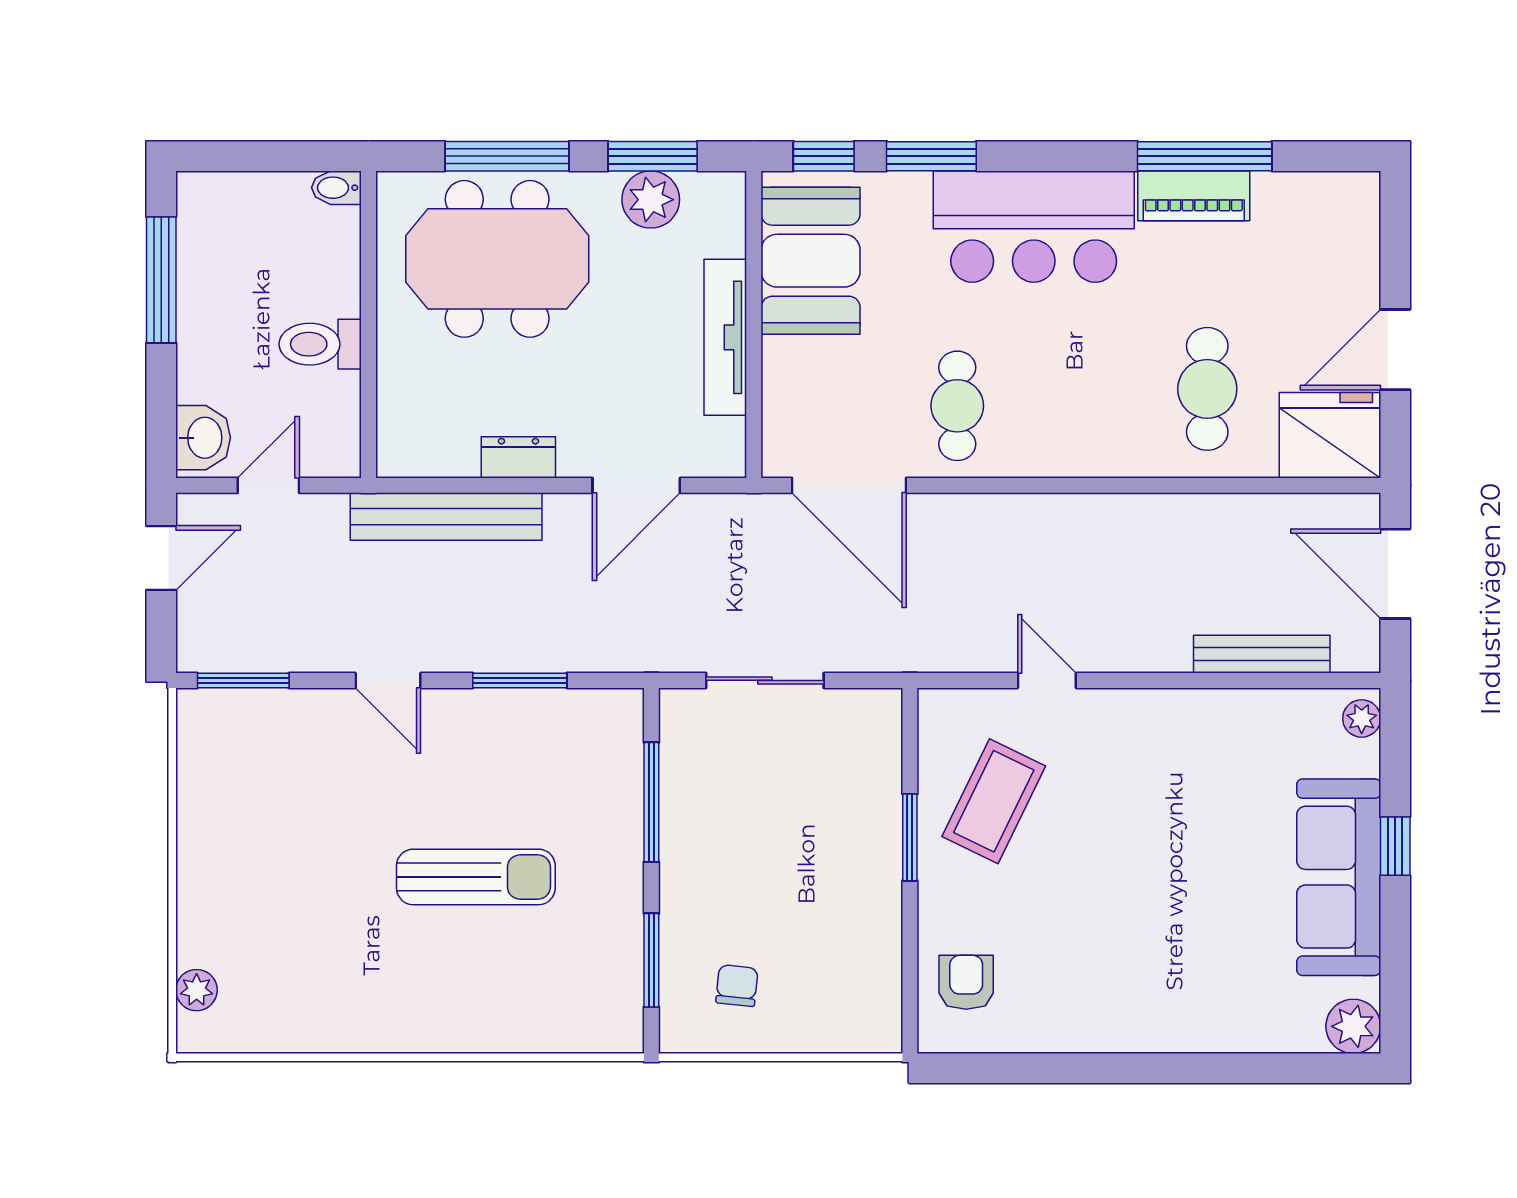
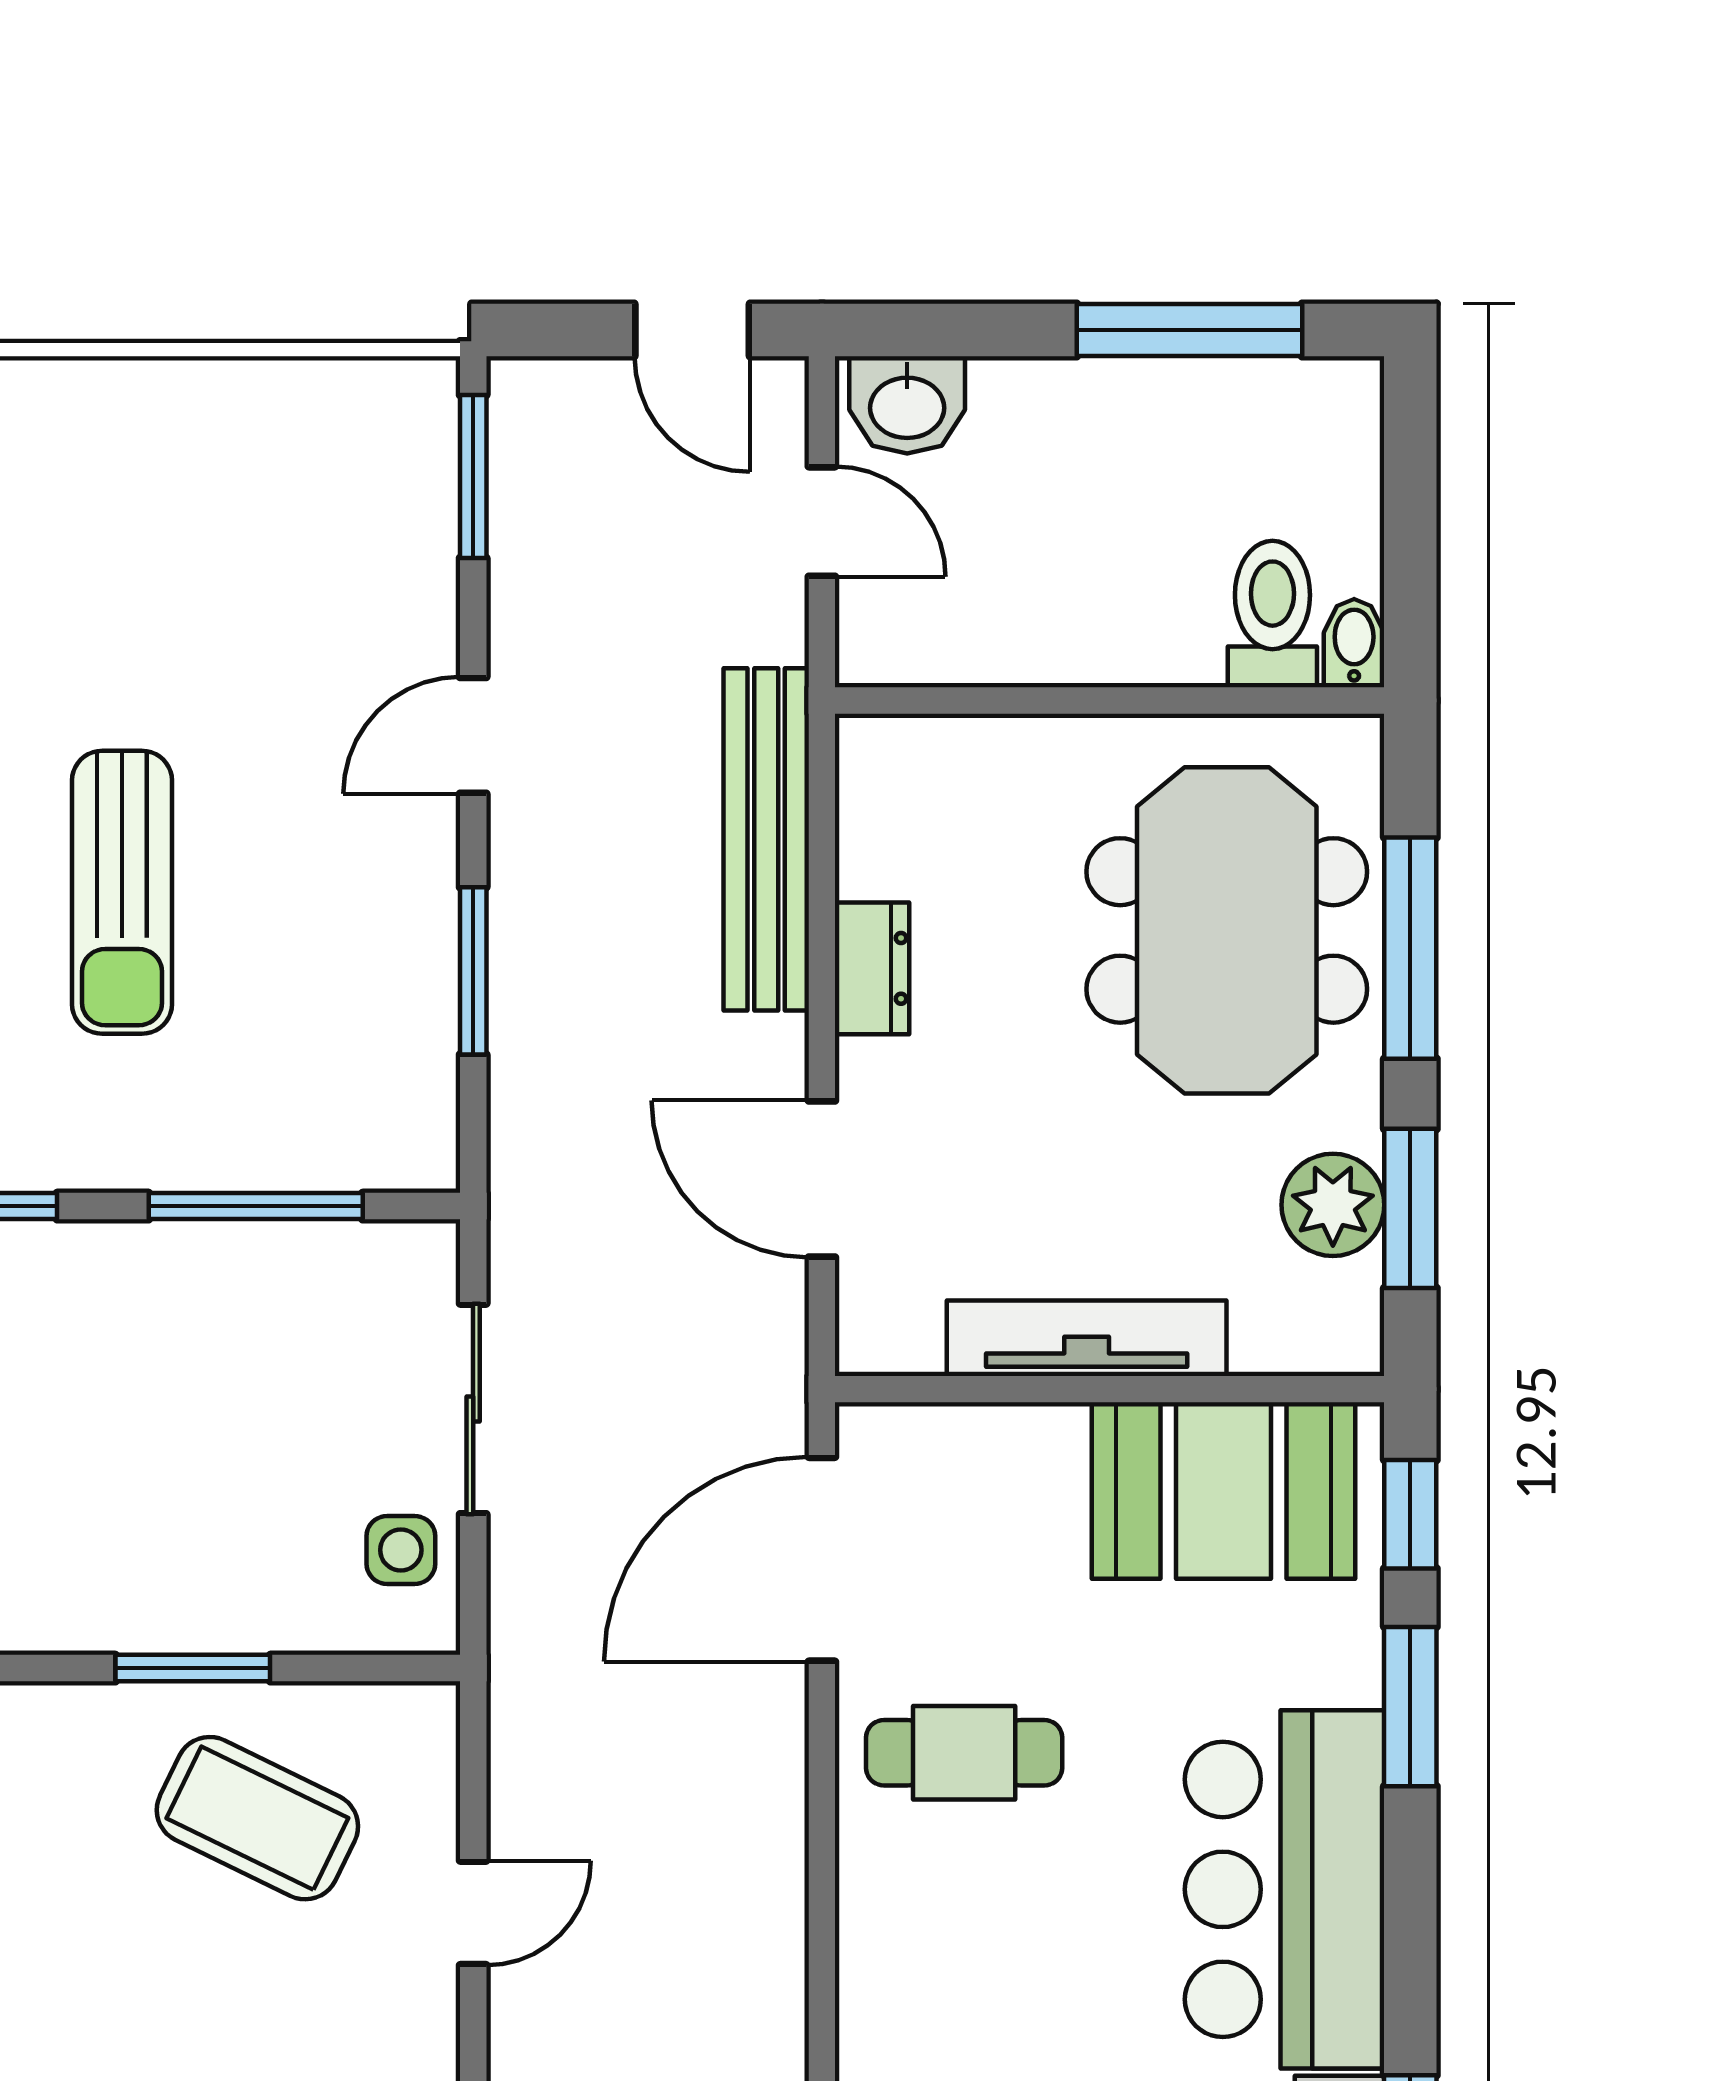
toilet: (320, 344) -> (1272, 614), moved
side table: (844, 721) -> (401, 1550), added

